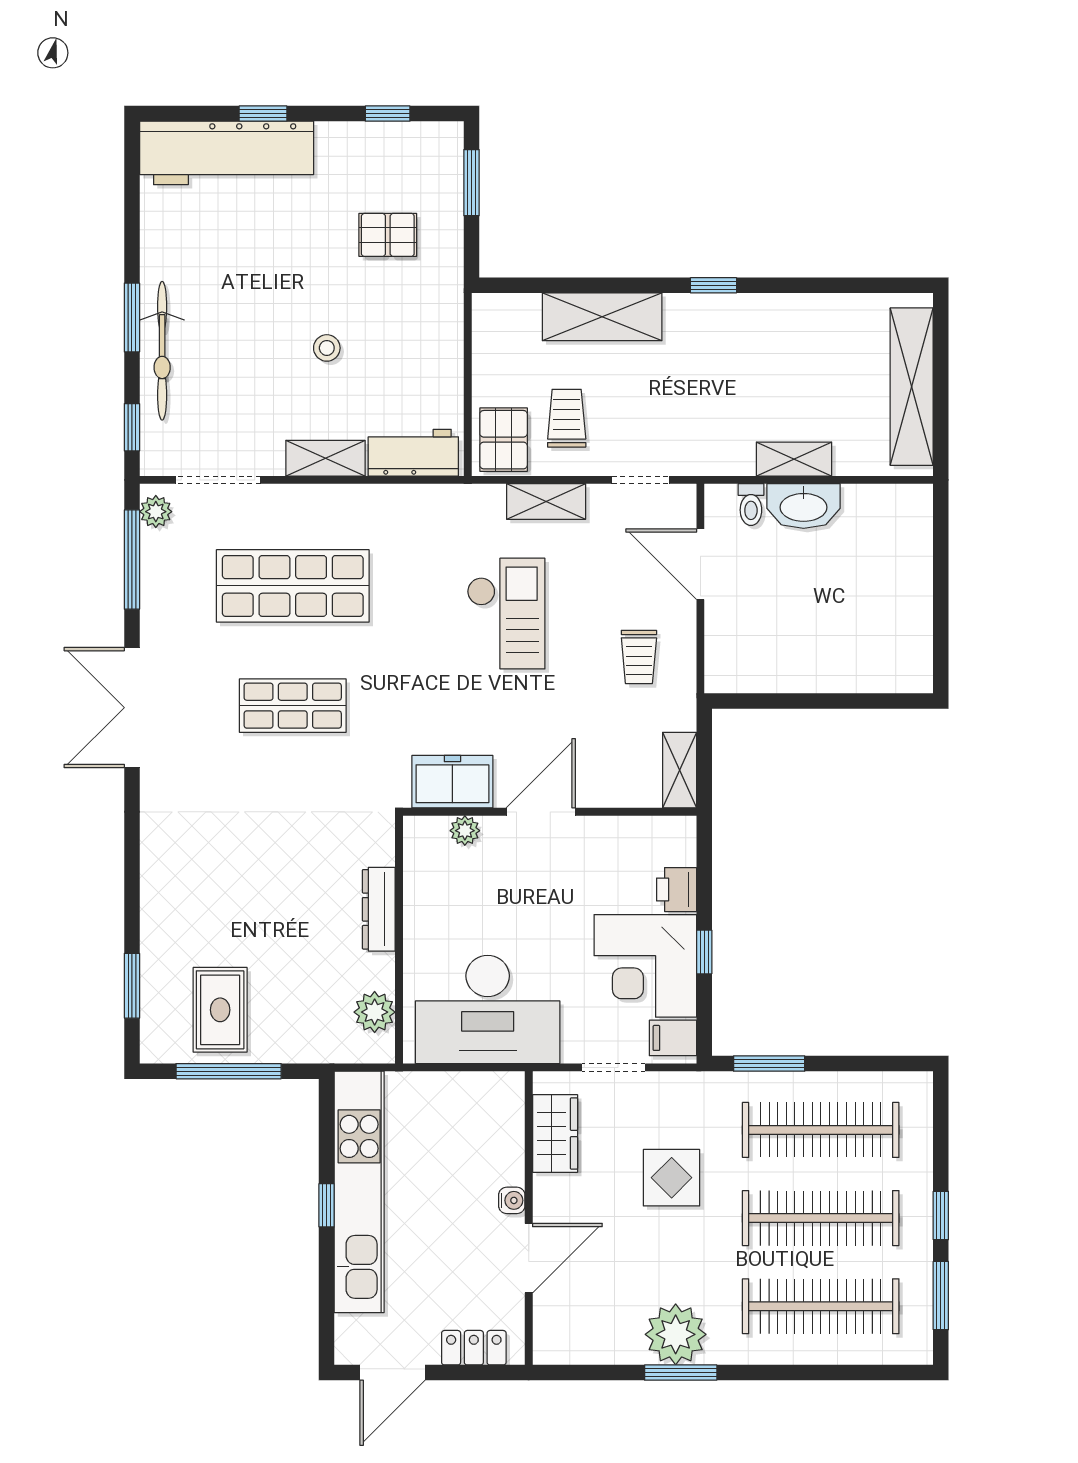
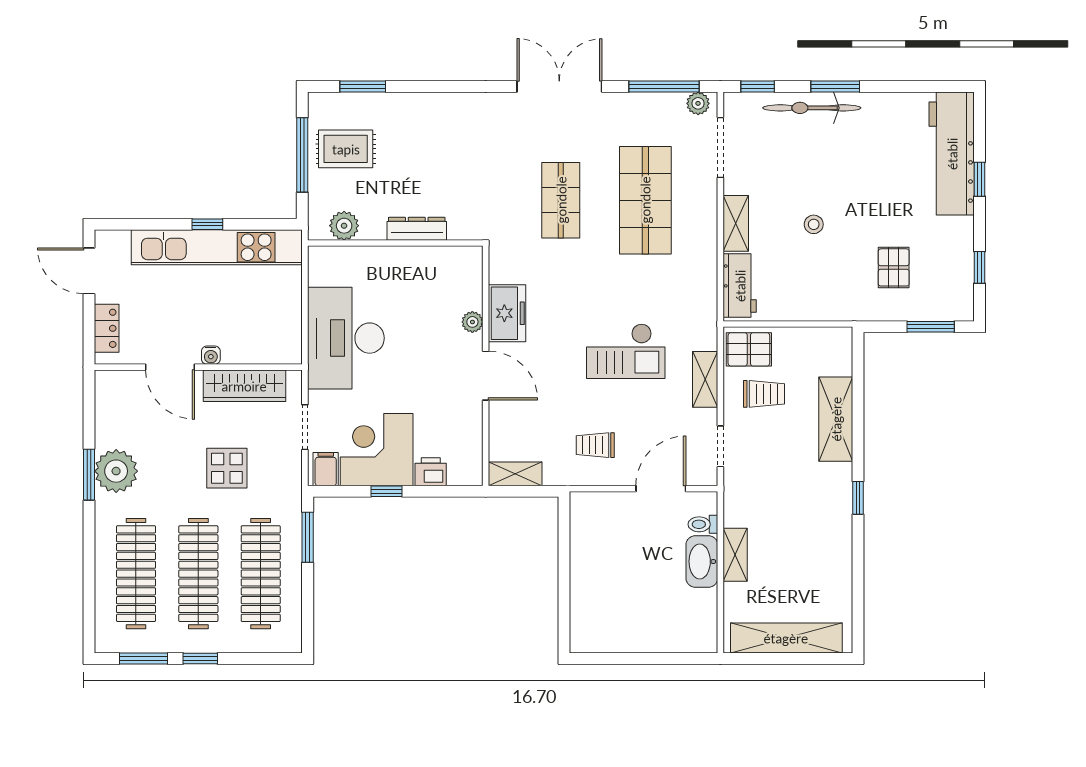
dresser: (379, 909) -> (417, 229), moved
wall: (399, 940) -> (395, 243), moved
plant: (375, 1012) -> (344, 226), moved
wardrobe: (555, 1134) -> (244, 386), width x1.50

